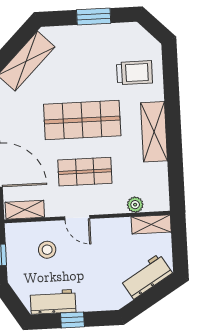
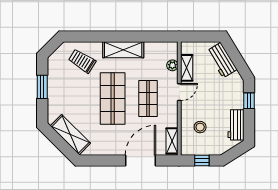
trolley: (134, 73) -> (82, 61), turned -58
door: (77, 218) -> (179, 92), moved
shelving: (151, 224) -> (187, 68), moved
window: (72, 320) -> (249, 101), moved

